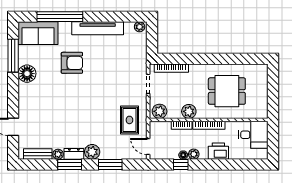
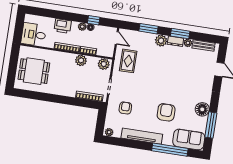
armchair: (124, 60) -> (125, 108), added
armchair: (72, 63) -> (166, 112), turned 90
dining table: (227, 91) -> (34, 71), moved

